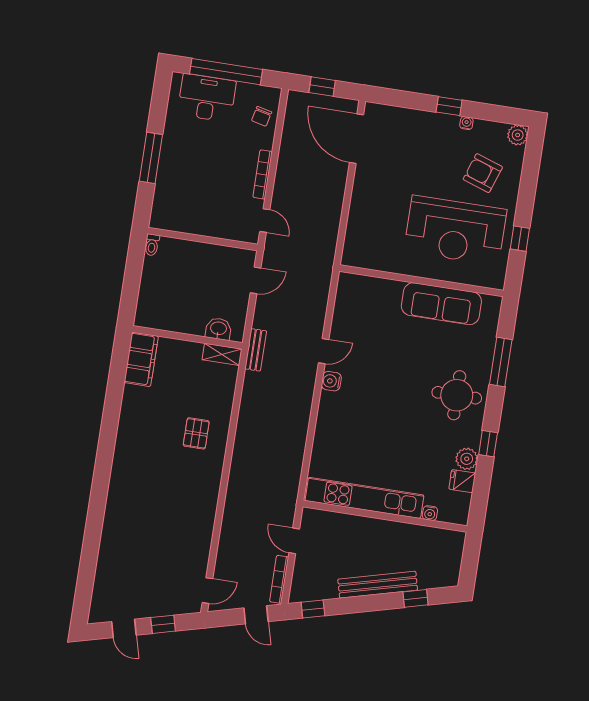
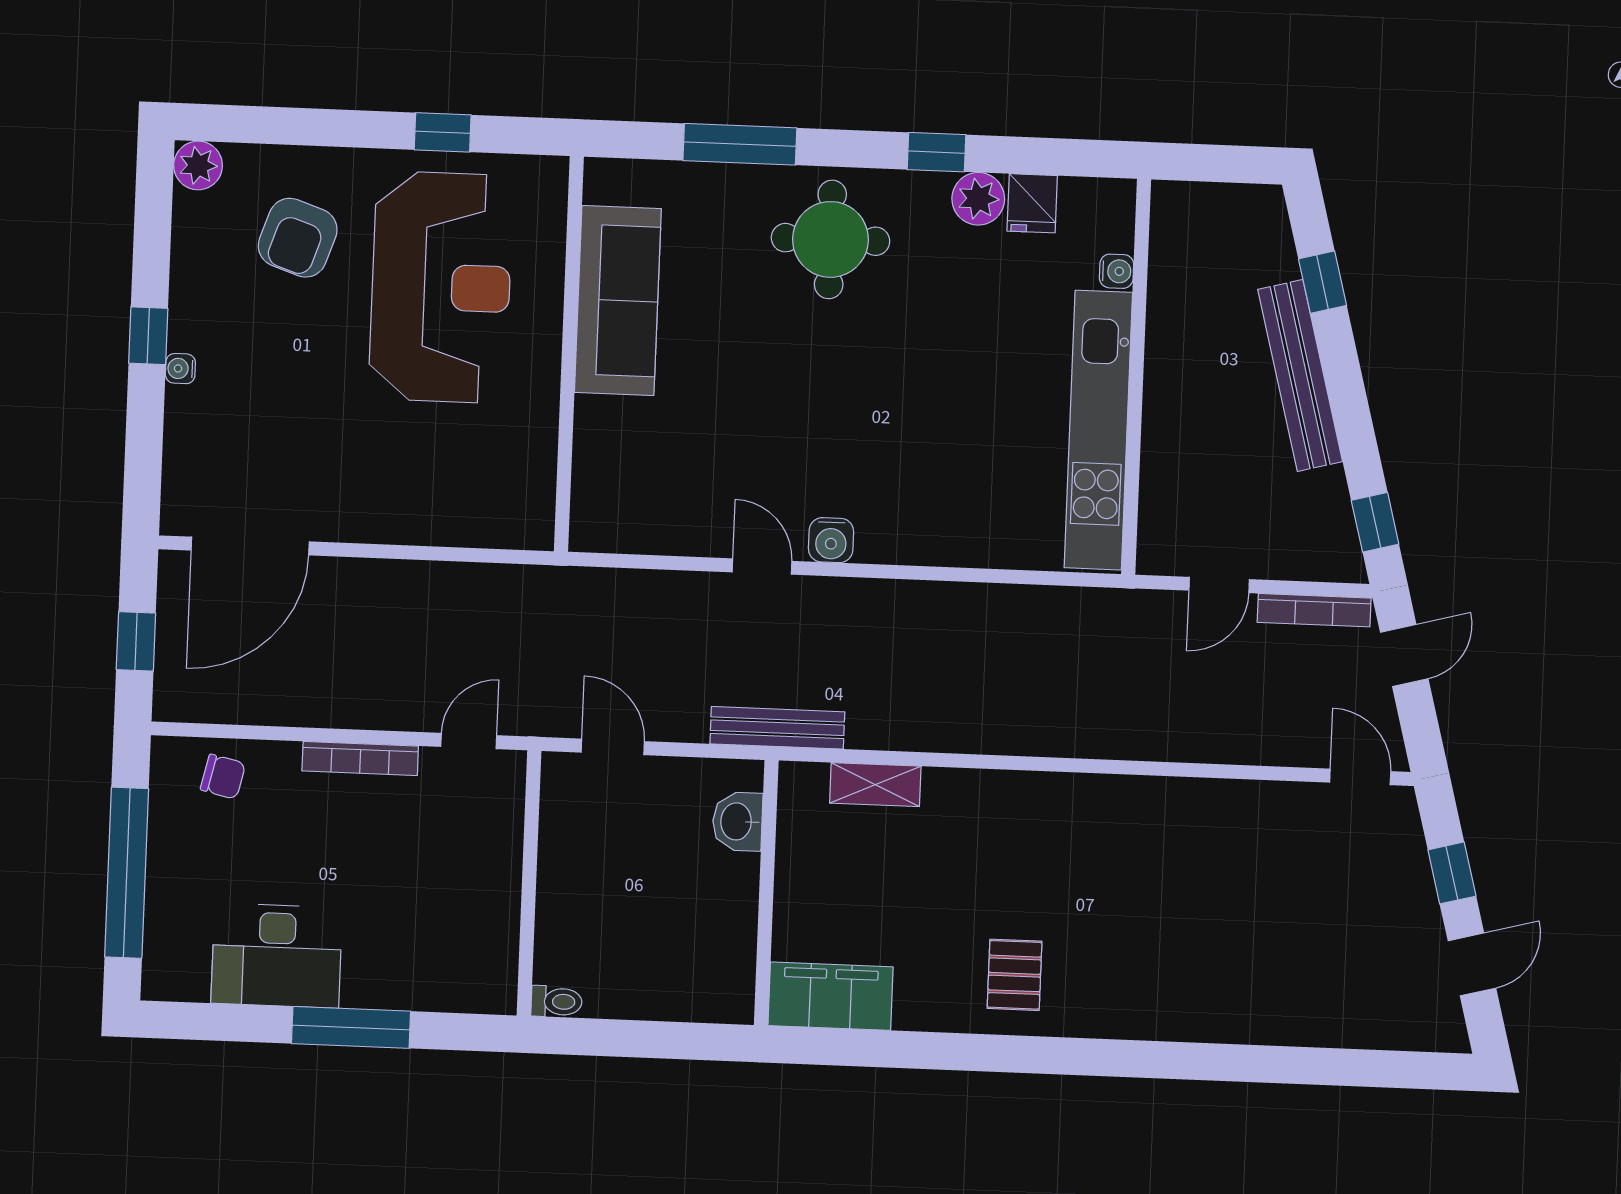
desk: (207, 98) -> (277, 955), moved, turned -90
water cooler: (466, 123) -> (180, 369), moved
bench: (256, 350) -> (777, 728), width x1.36
shelving: (222, 354) -> (875, 785), moved, turned 90
pallet: (196, 433) -> (1015, 975), moved, turned 90

